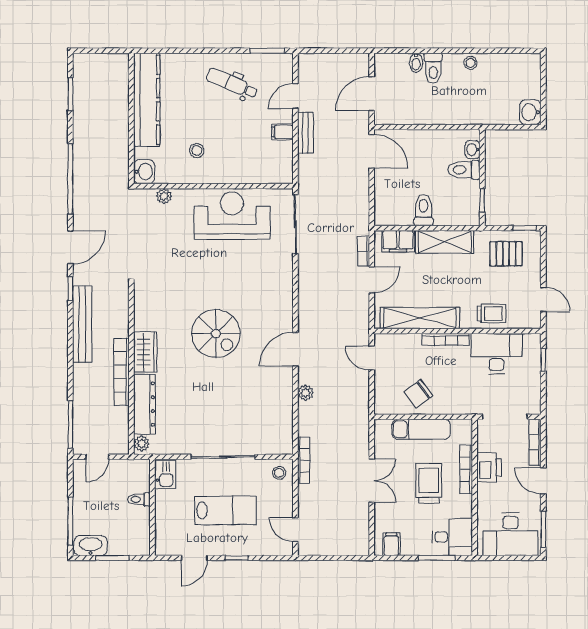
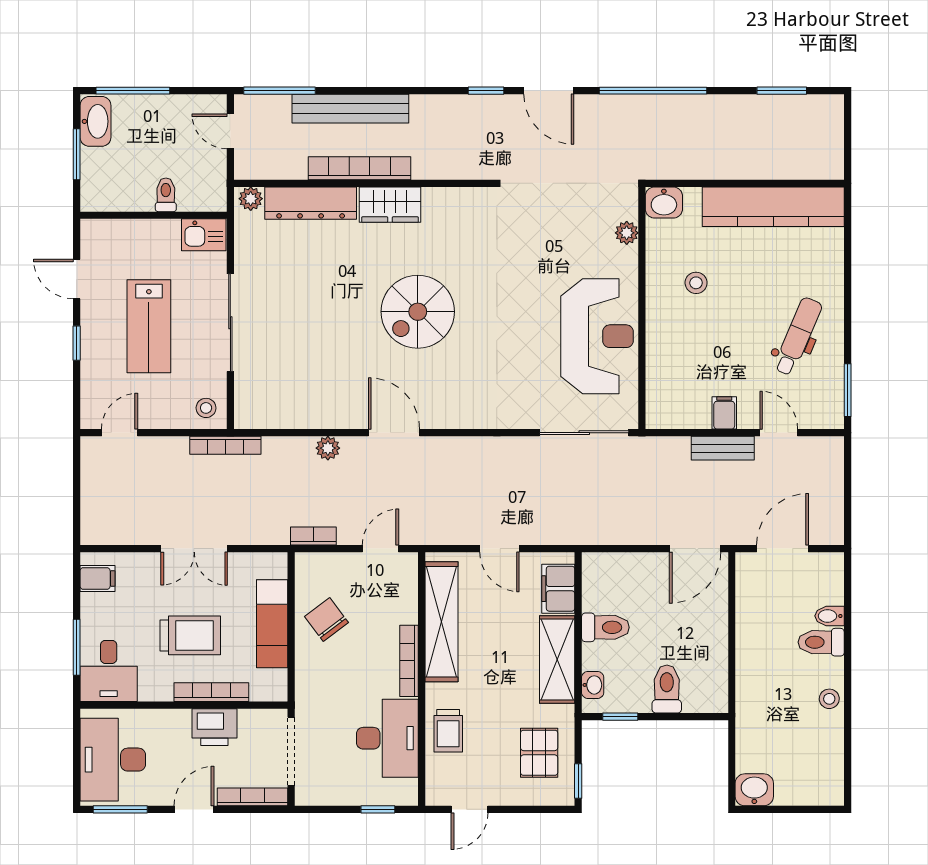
door: (372, 94) -> (783, 549), hinge flipped
washbasin: (473, 150) -> (593, 685), moved, turned 90
bookcase: (363, 251) -> (313, 536), moved
bench: (82, 324) -> (350, 109), moved

